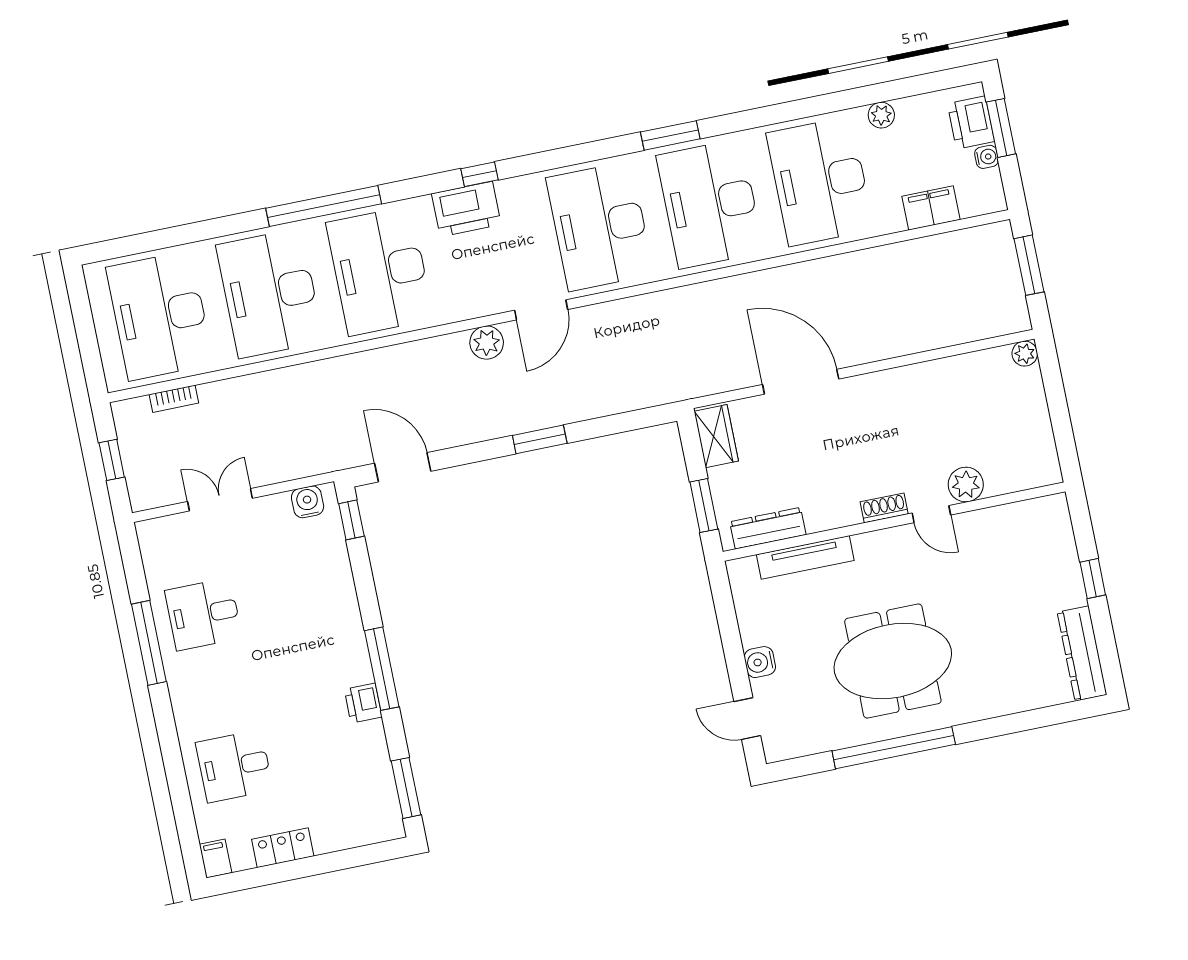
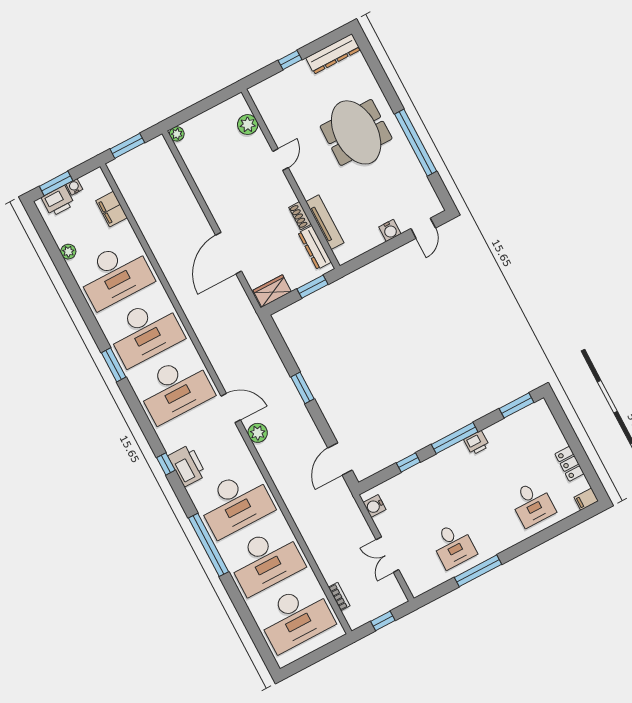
plant: (966, 485) -> (248, 125), moved
shoe rack: (884, 508) -> (300, 216), moved
window: (351, 520) -> (408, 462), moved
meeting table: (893, 661) -> (356, 132), moved

